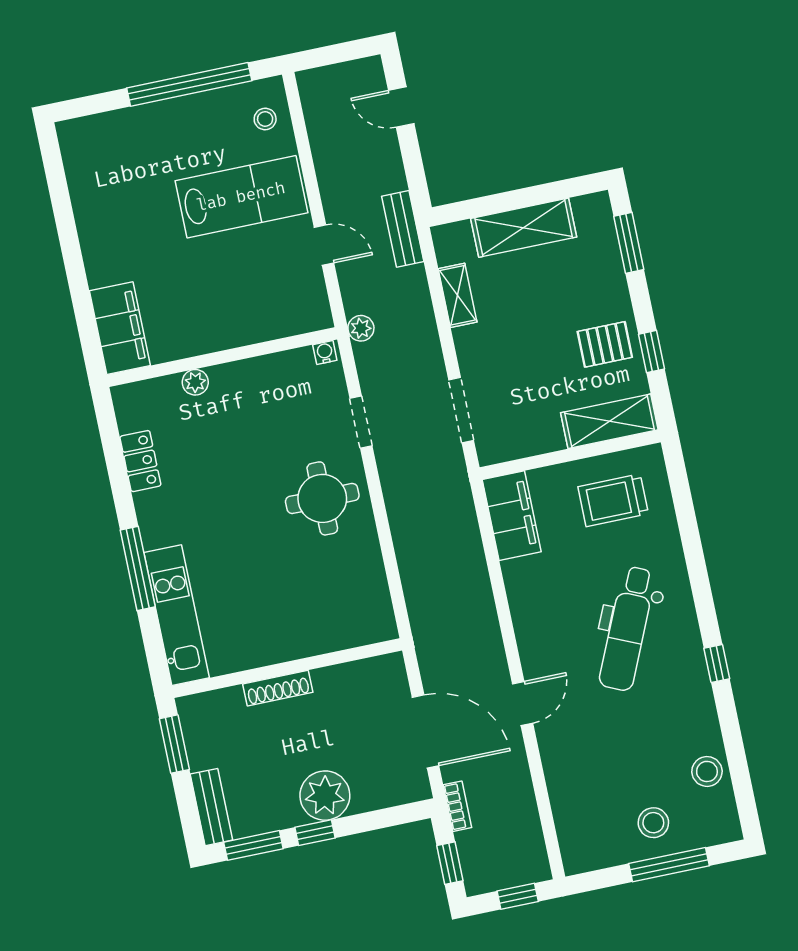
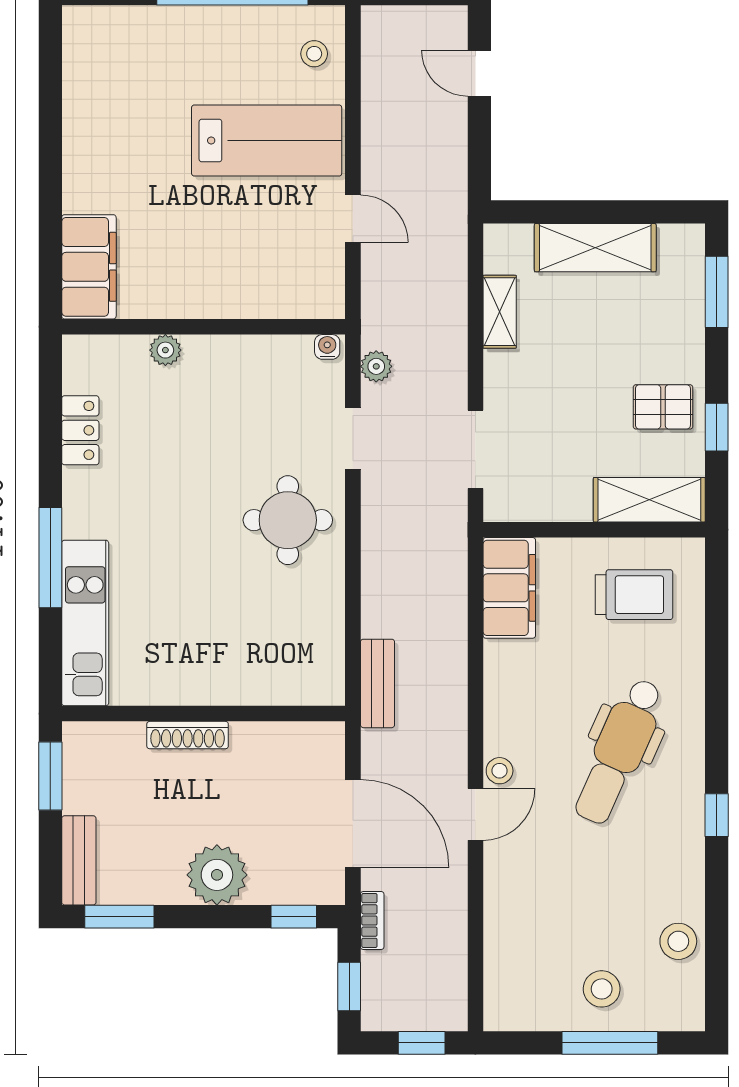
bench: (403, 229) -> (377, 683), moved
plant: (361, 328) -> (376, 366), moved
trolley: (613, 500) -> (634, 595), turned 180
stool: (535, 664) -> (500, 771), added
window: (315, 833) -> (294, 917), moved

